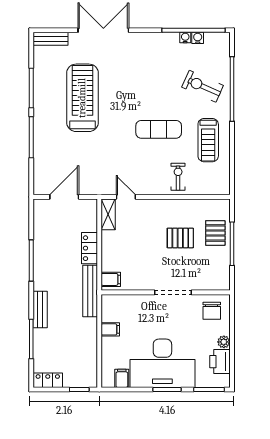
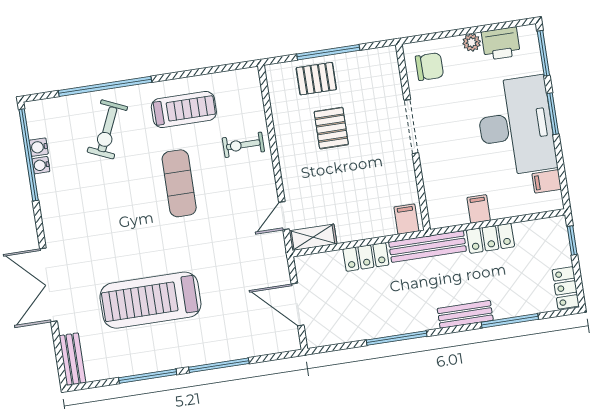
locker: (89, 334) -> (490, 238), added

